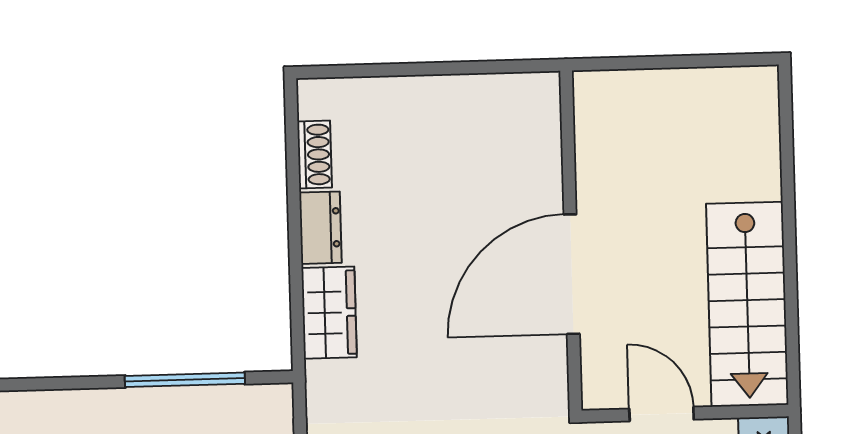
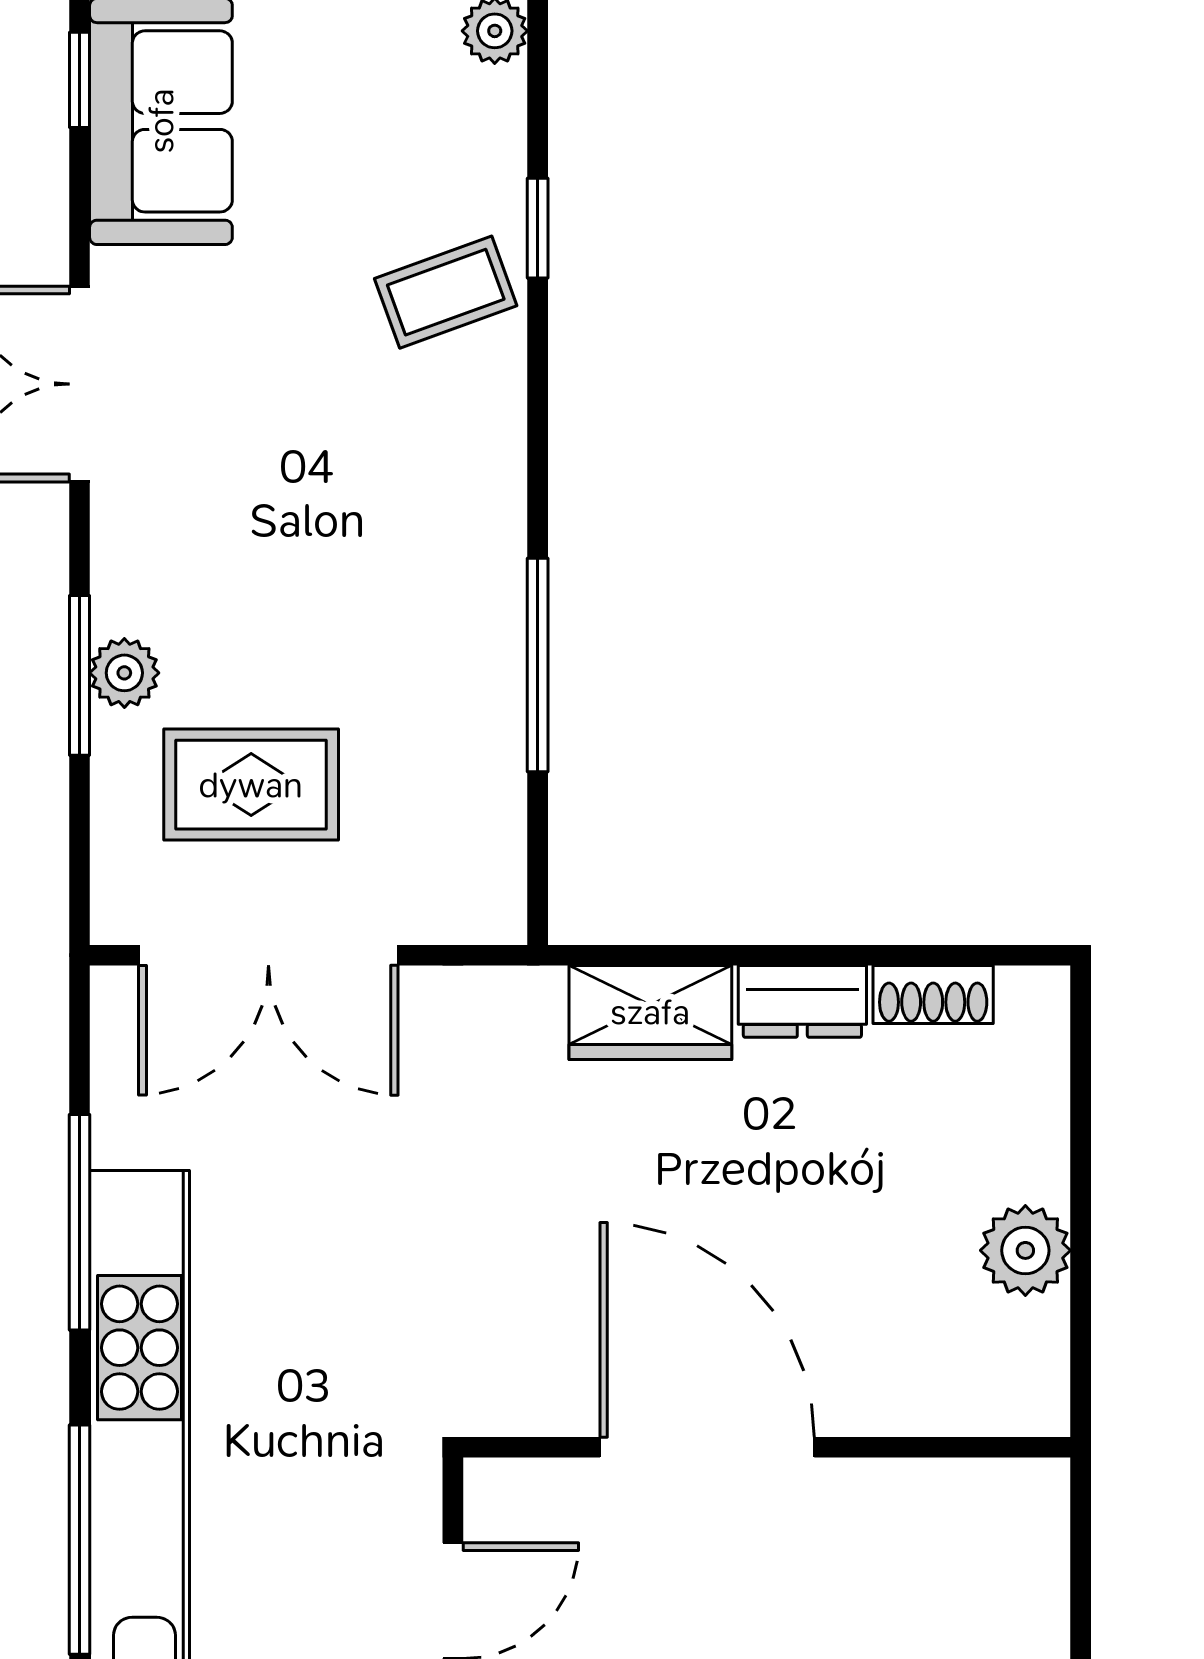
plant: (456, 99) -> (1025, 1250), added
window: (185, 380) -> (538, 665), moved

